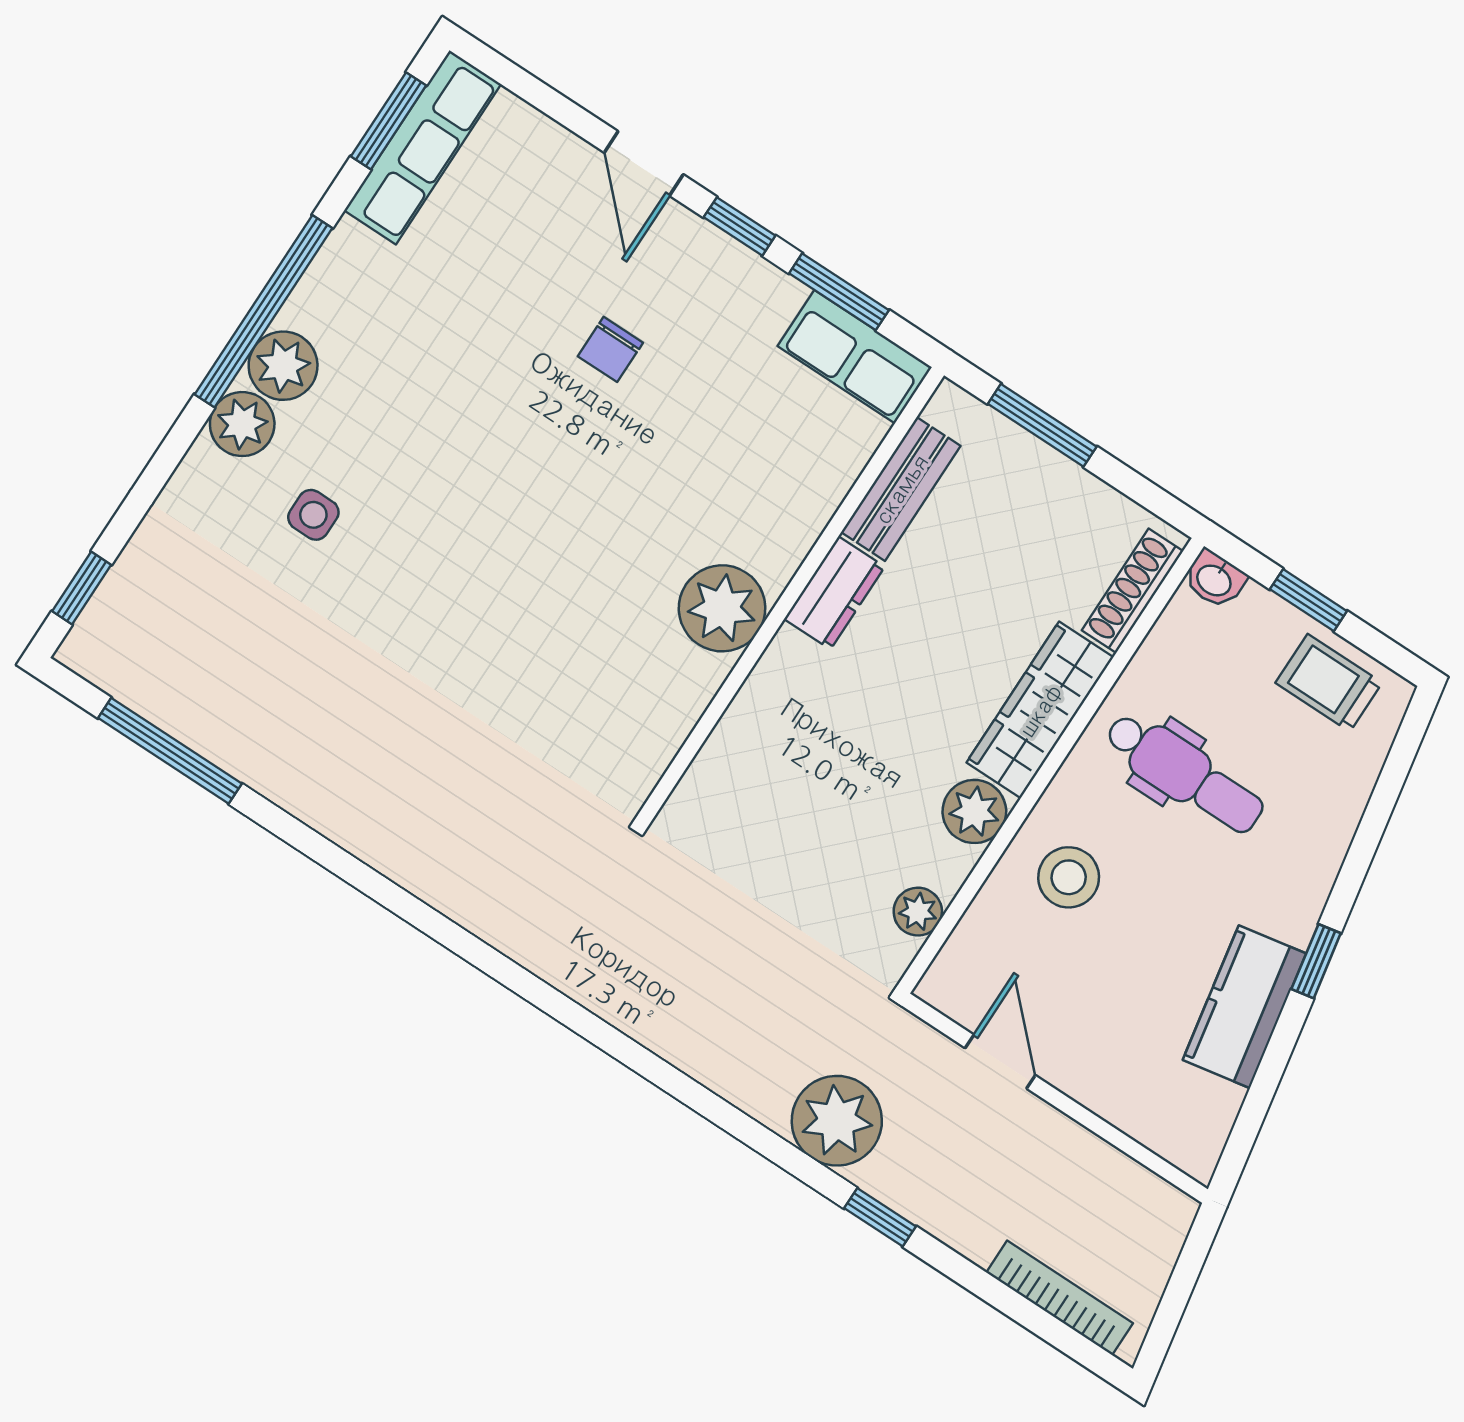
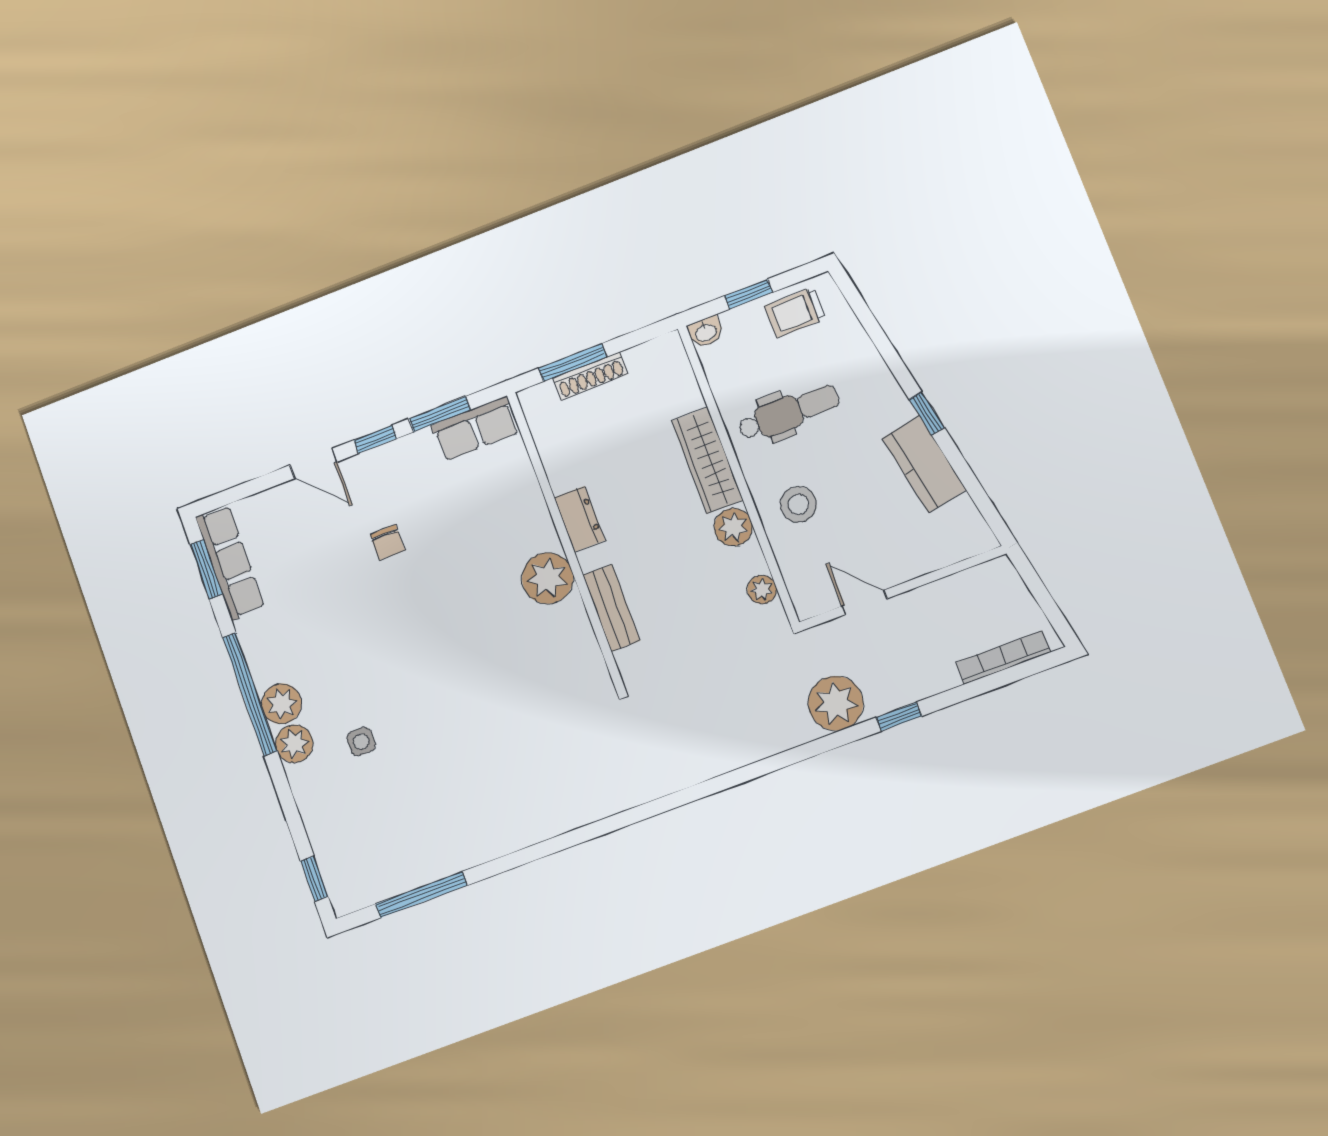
bench: (901, 489) -> (612, 608), moved
shoe rack: (1132, 591) -> (590, 376), moved, turned -90

